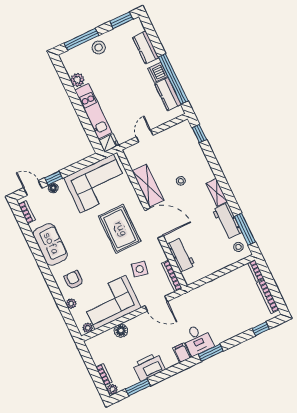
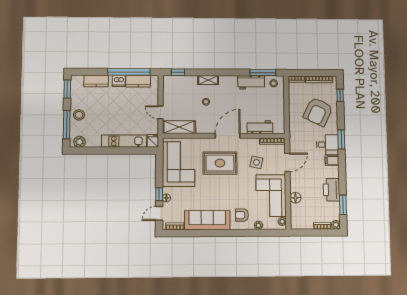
plant: (77, 80) -> (79, 142), moved
shelving: (148, 186) -> (179, 127), moved
shelving: (217, 192) -> (208, 80), moved
sofa: (50, 244) -> (207, 220), width x1.36
armchair: (230, 312) -> (318, 112), added

